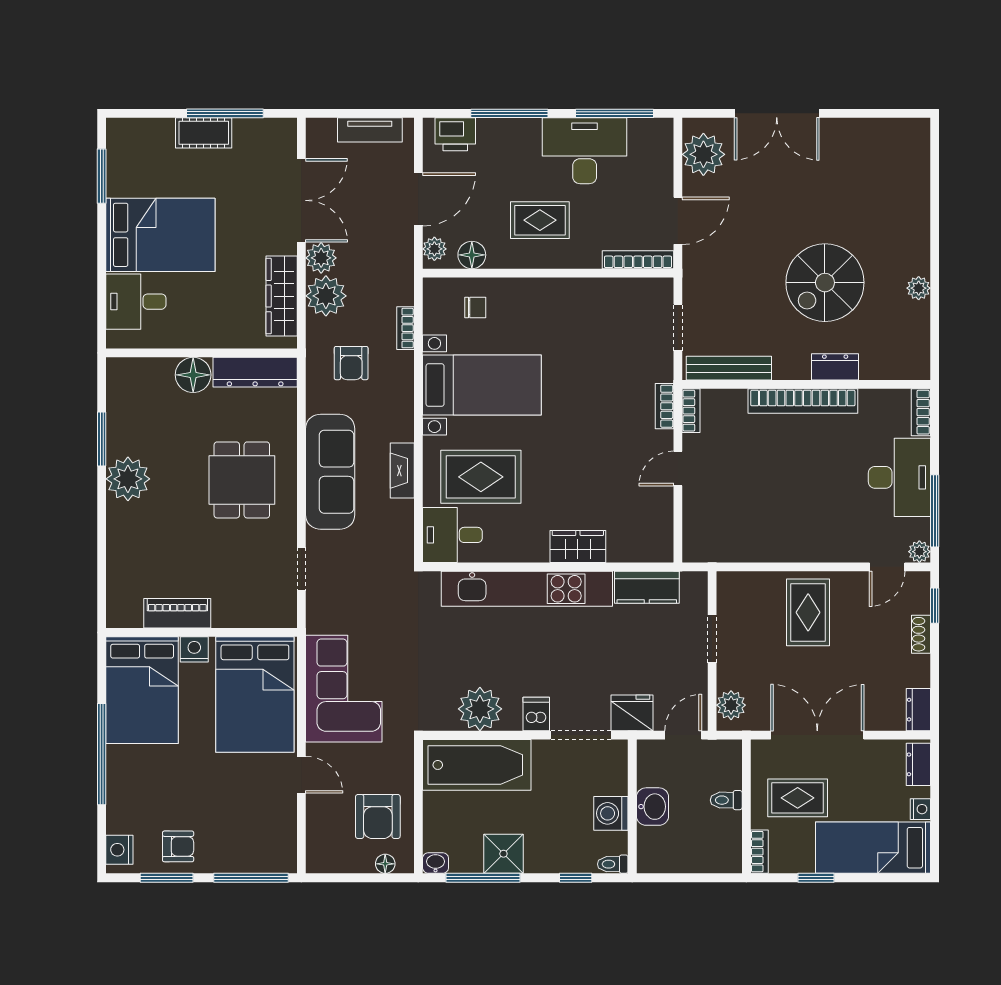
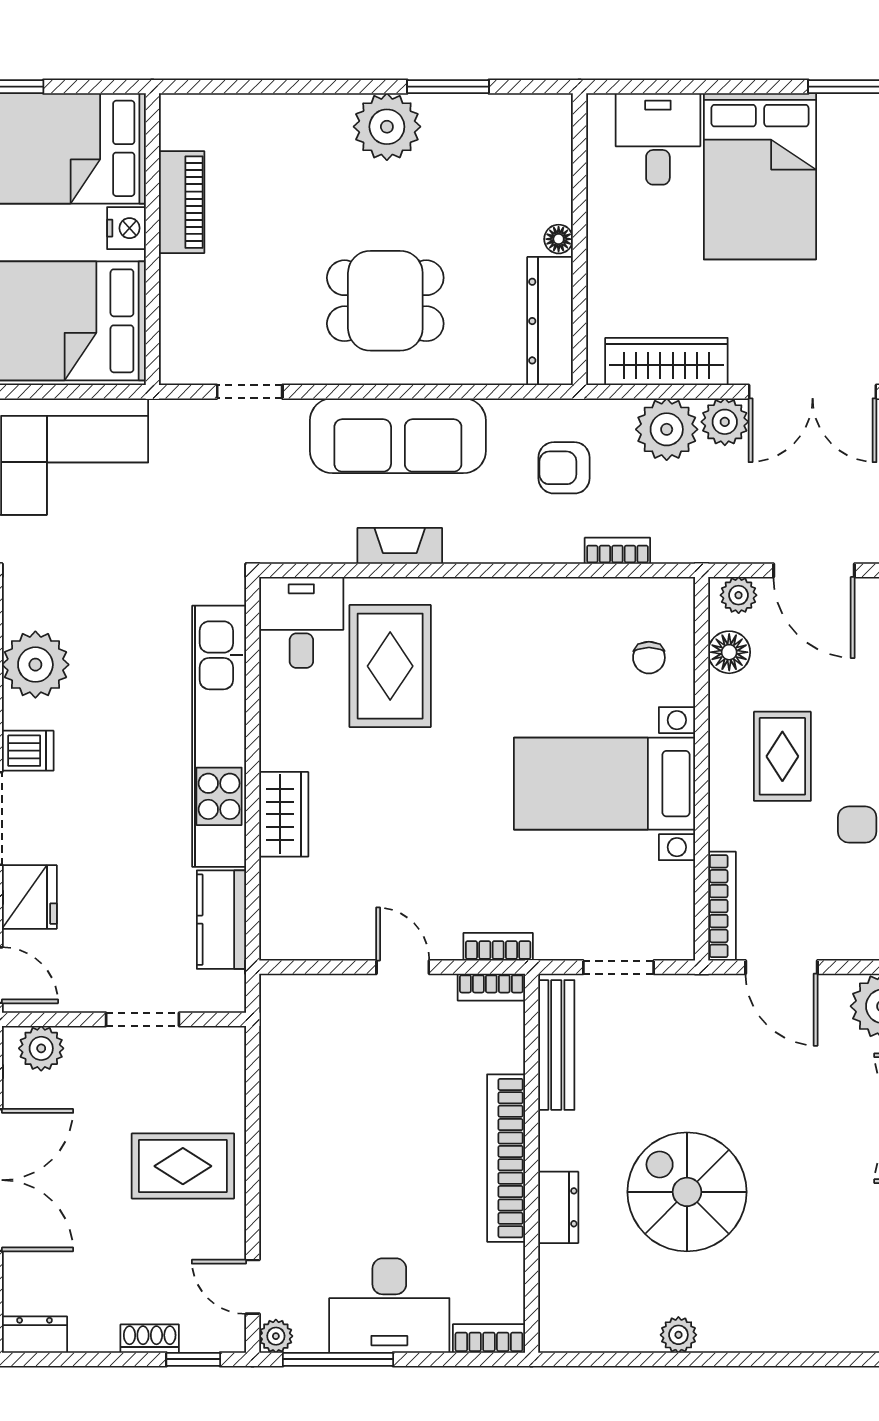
floor lamp: (193, 375) -> (559, 239), width x0.53, depth x0.53
bed with nightstands: (482, 385) -> (604, 784), moved, turned 90

